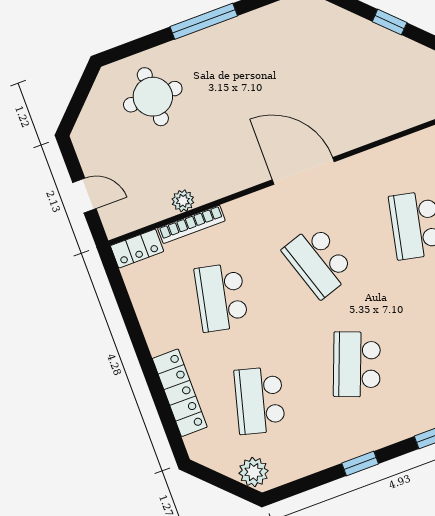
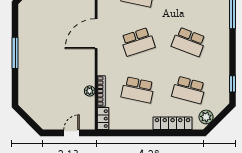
round table: (153, 97) -> (40, 87), removed
window: (360, 463) -> (232, 84), moved
plant: (254, 472) -> (206, 117), moved

